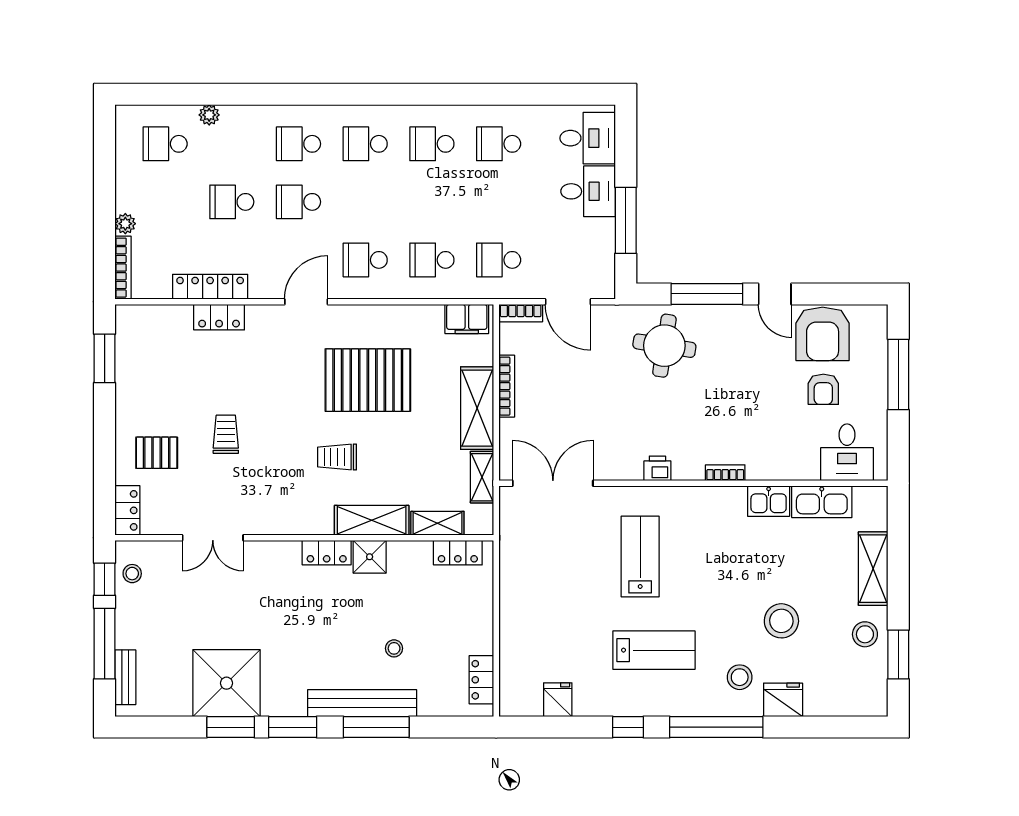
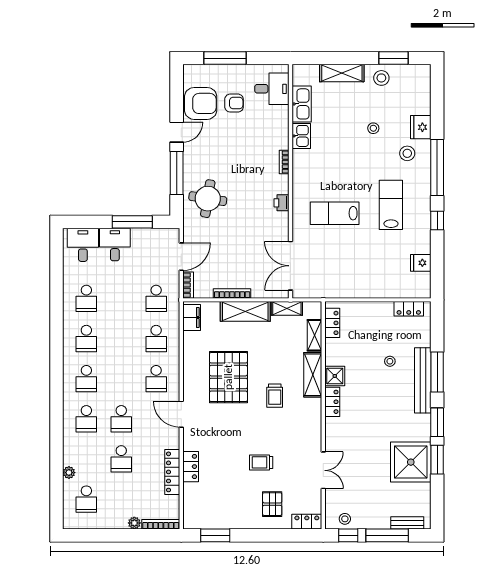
stool: (781, 621) -> (373, 128), width x0.53, depth x0.53

